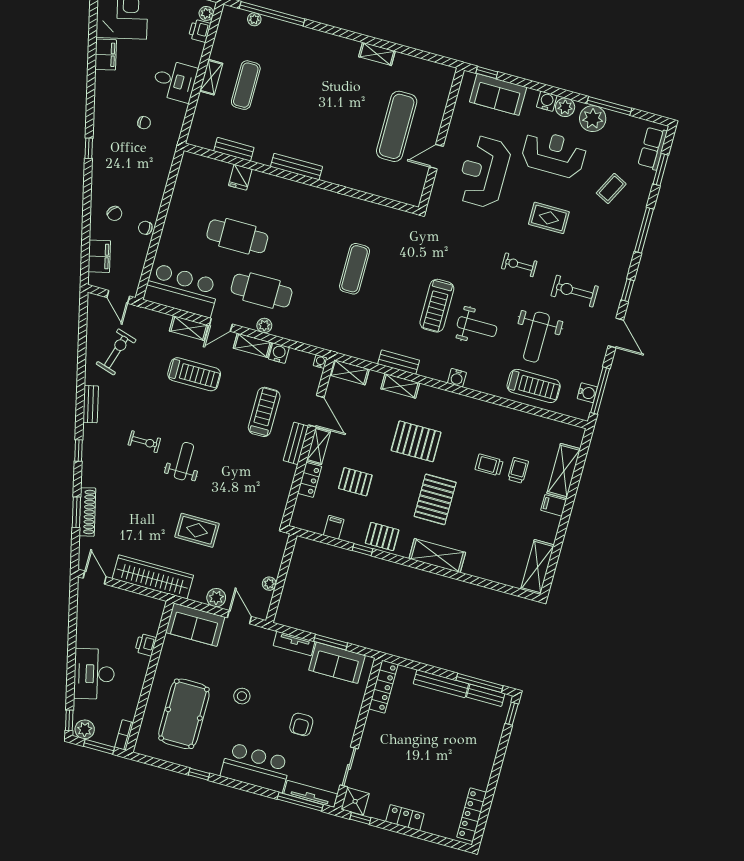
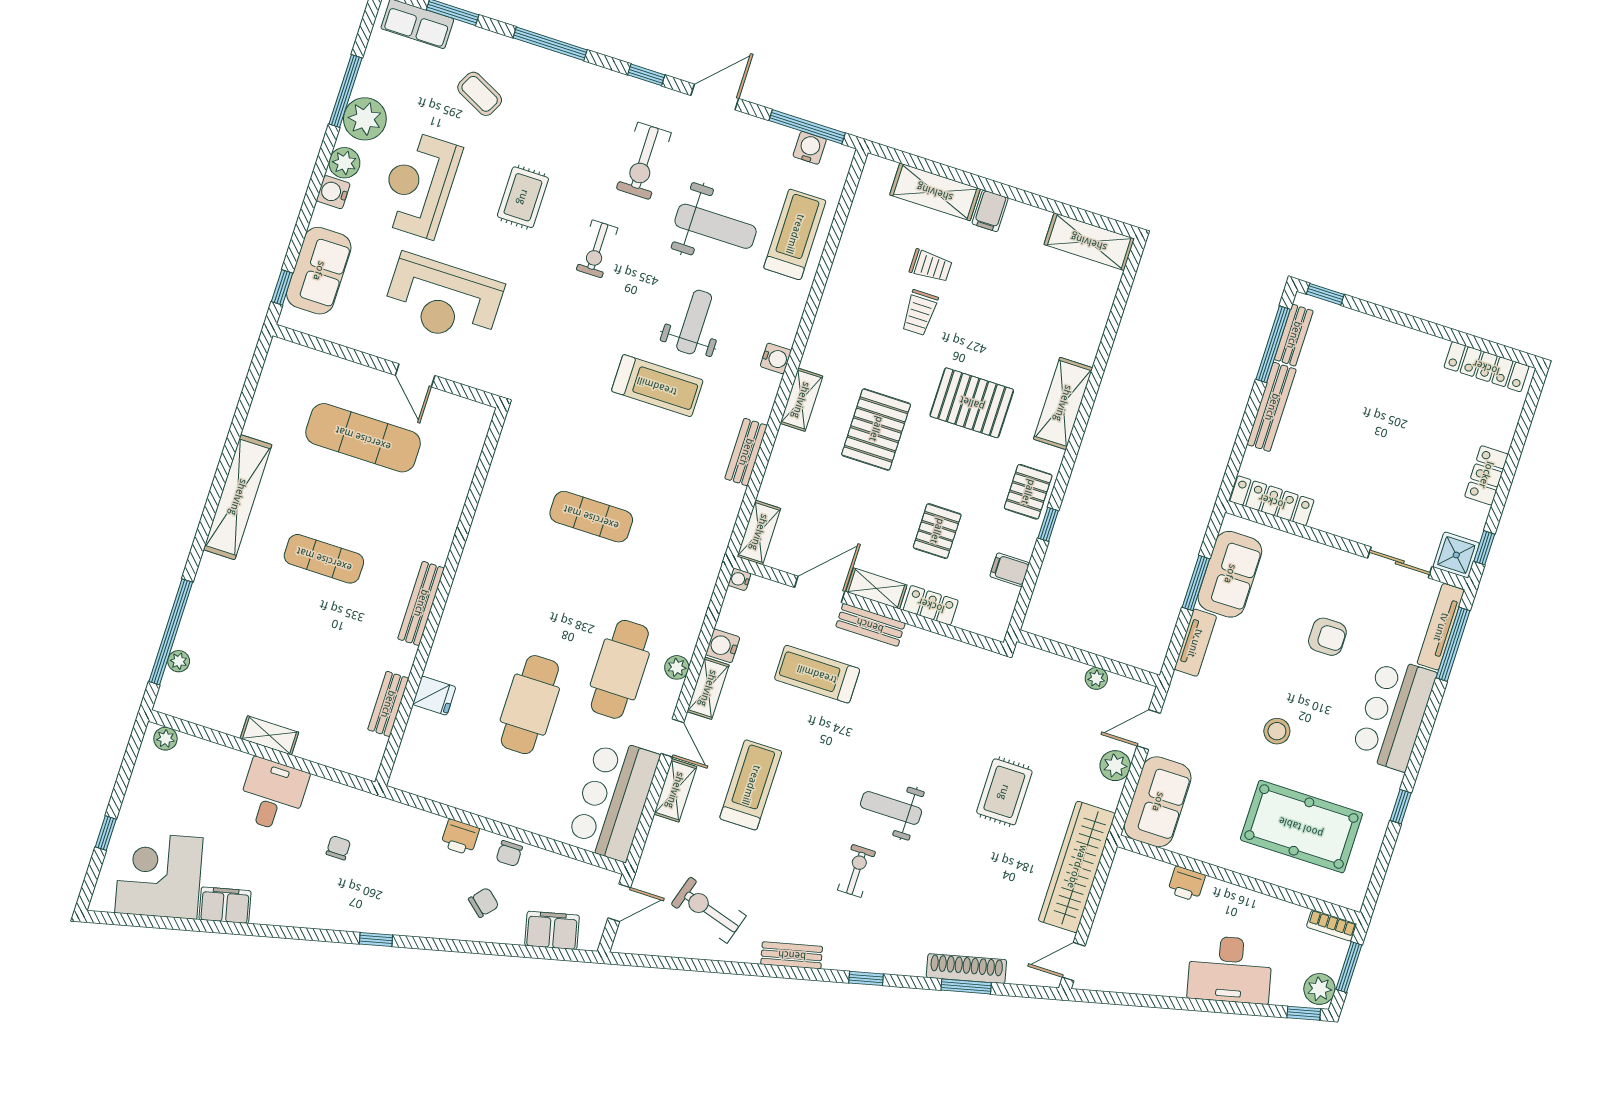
printer: (200, 31) -> (460, 837), moved
shelving: (377, 54) -> (238, 497), width x2.20, depth x1.33
exercise mat: (246, 85) -> (324, 559), moved
shelving: (400, 386) -> (801, 400), moved
trolley: (518, 470) -> (931, 266), turned 180

